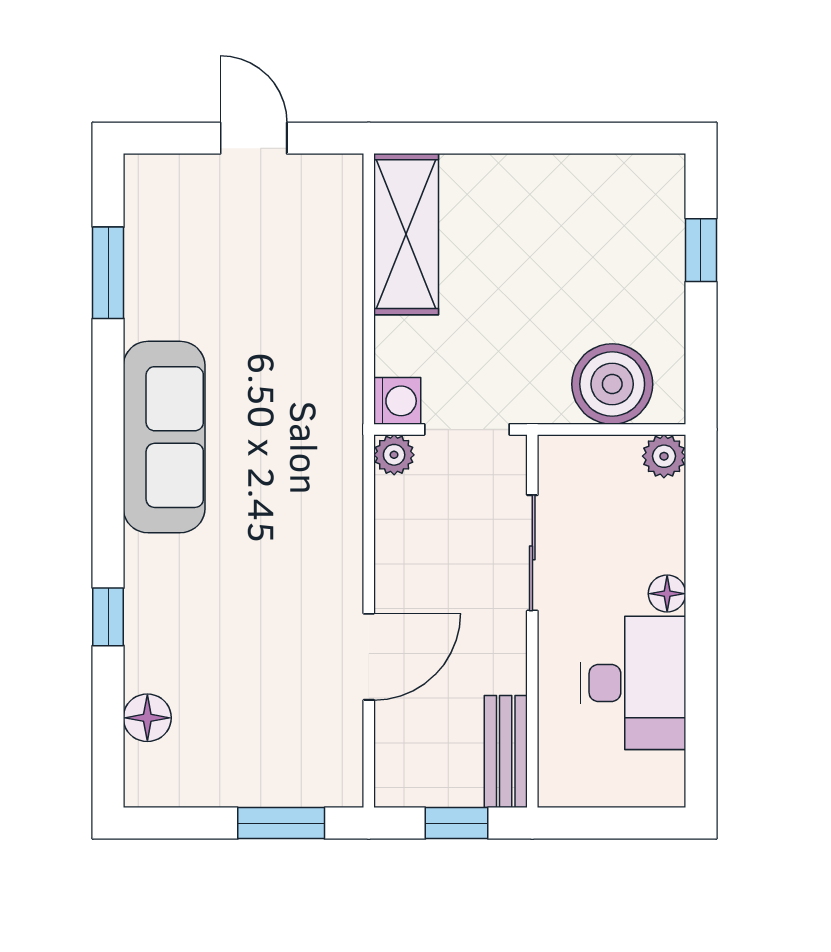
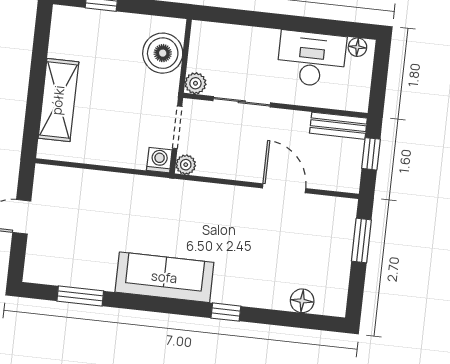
shelving: (406, 234) -> (58, 100), moved, turned 90
plant: (664, 456) -> (195, 83), moved
floor lamp: (667, 594) -> (357, 47), moved
window: (108, 617) -> (226, 312), moved

